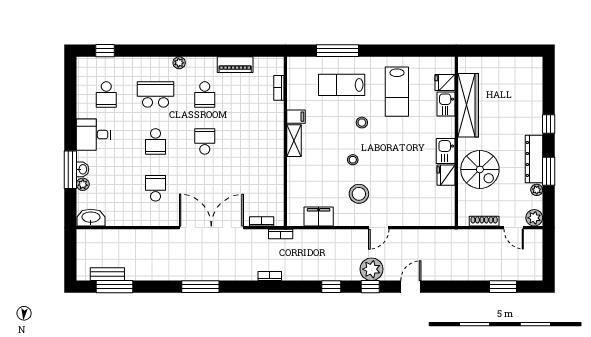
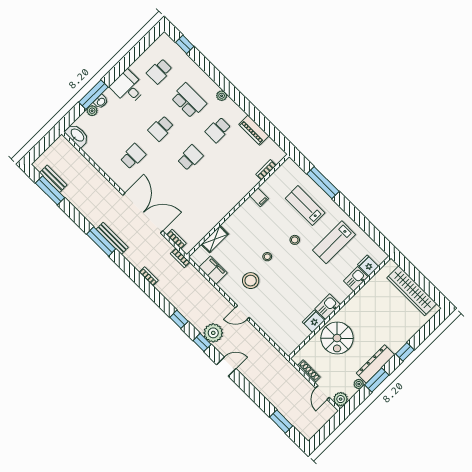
wardrobe: (468, 105) -> (412, 291), moved, turned 90
shelving: (294, 141) -> (215, 239), moved
bench: (207, 275) -> (112, 238), added

